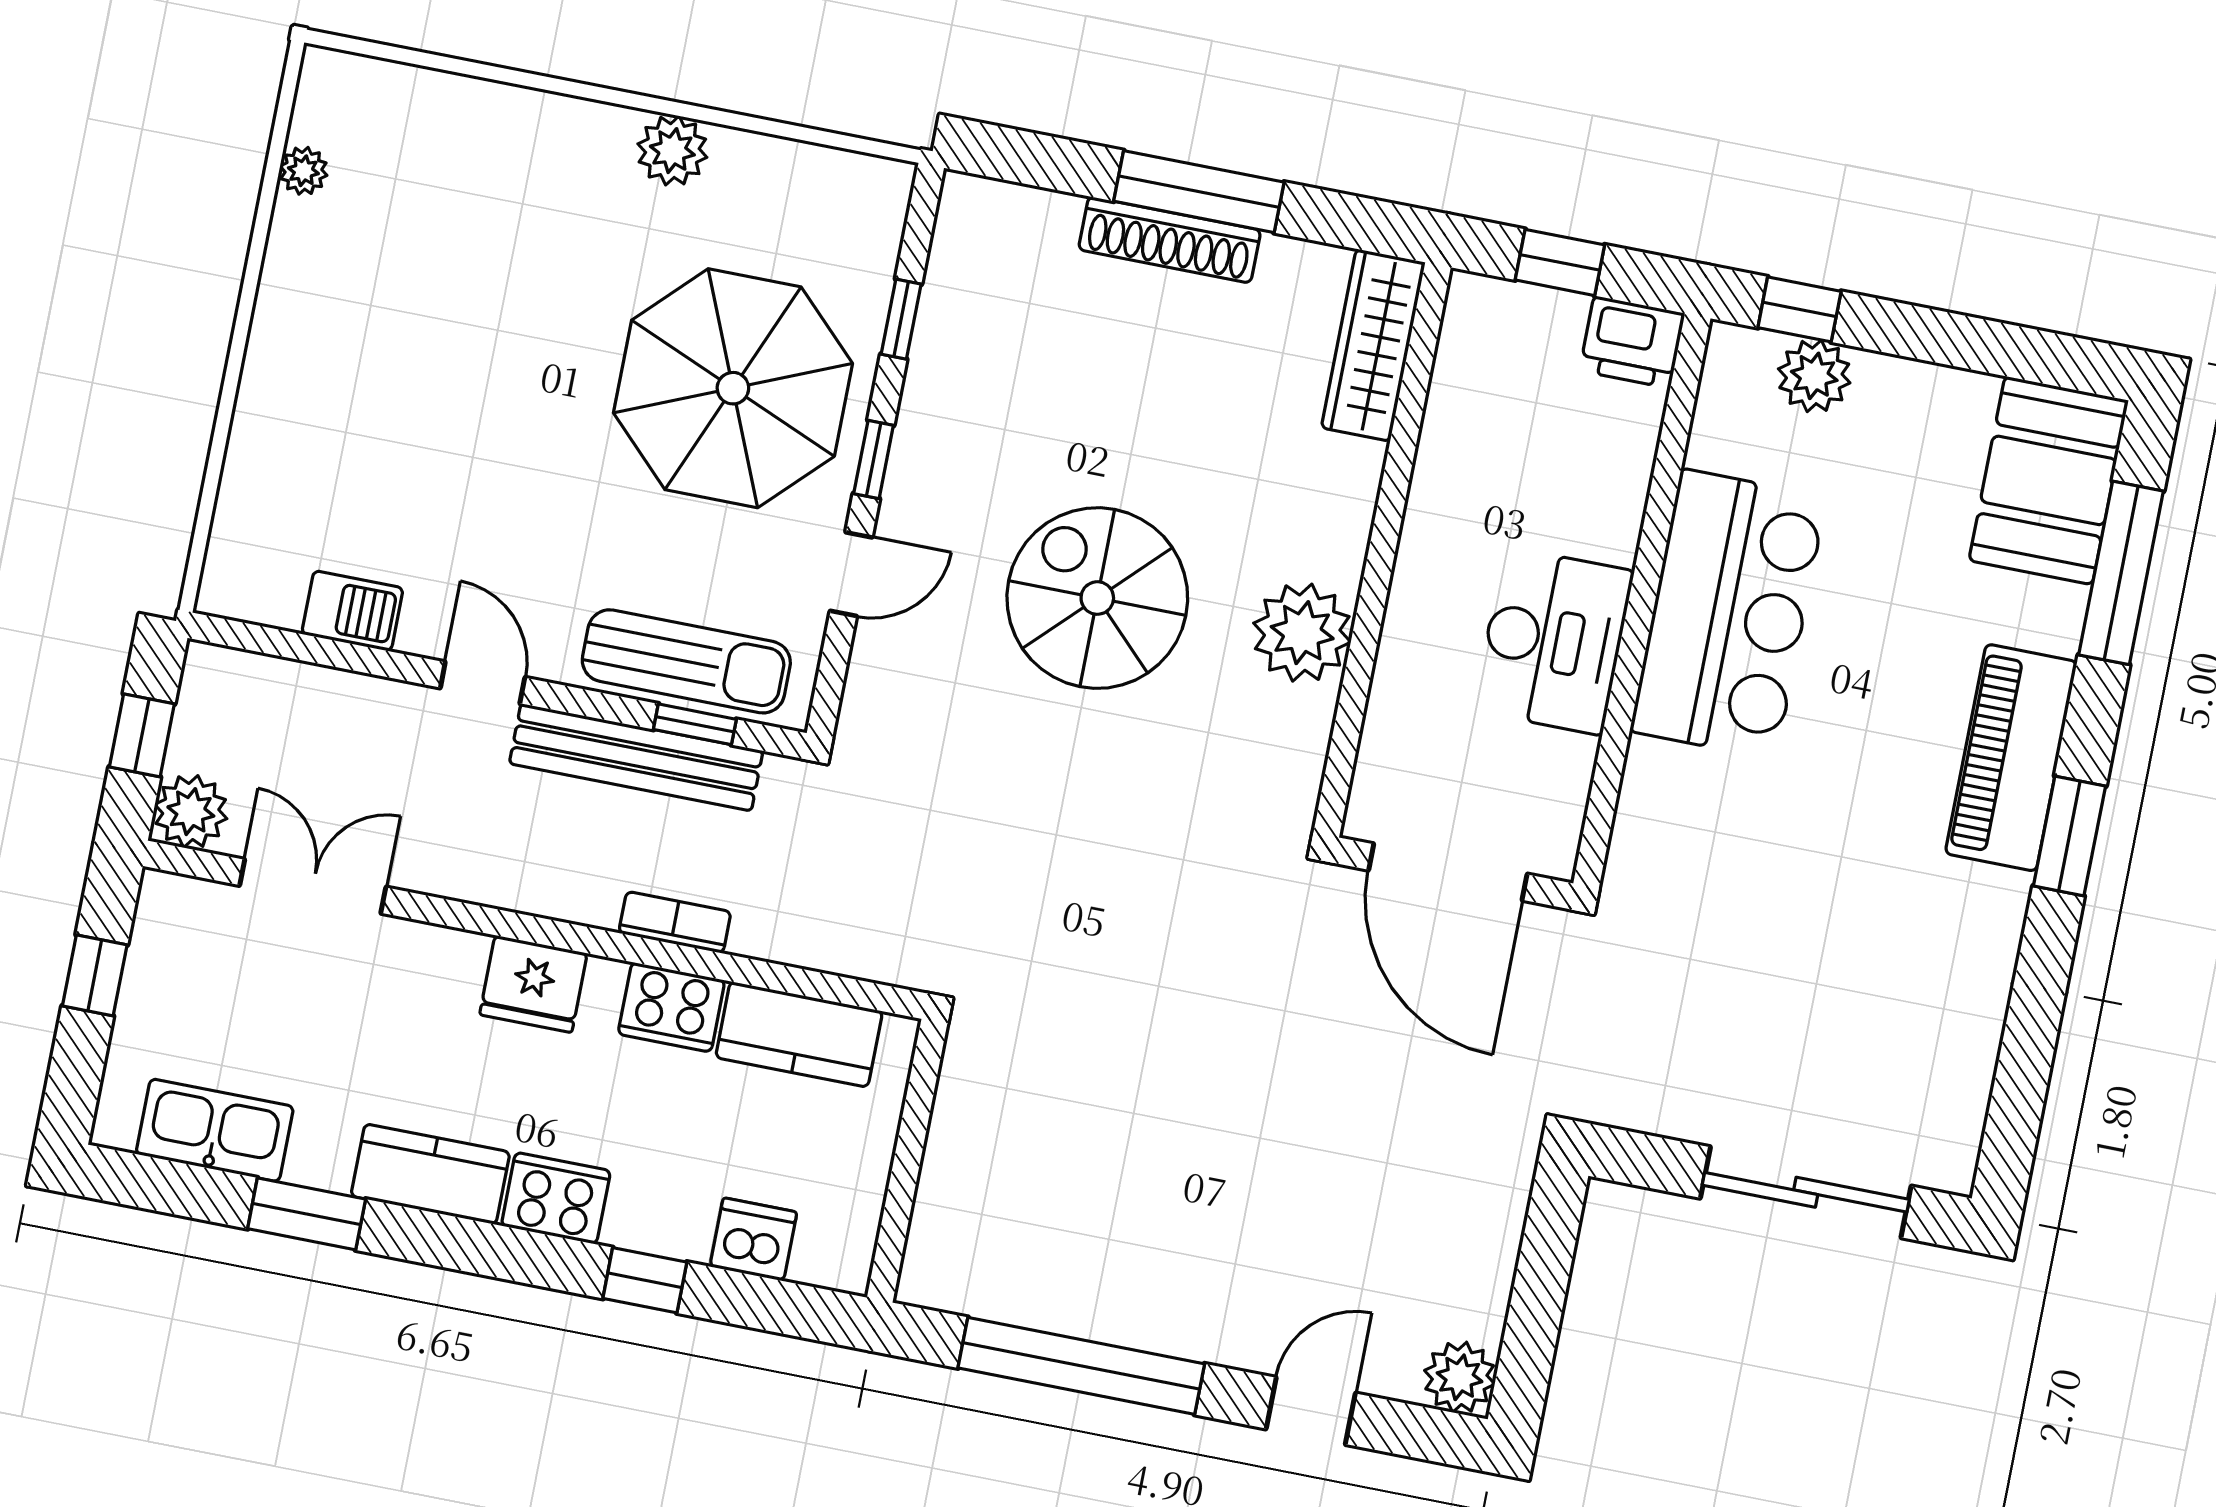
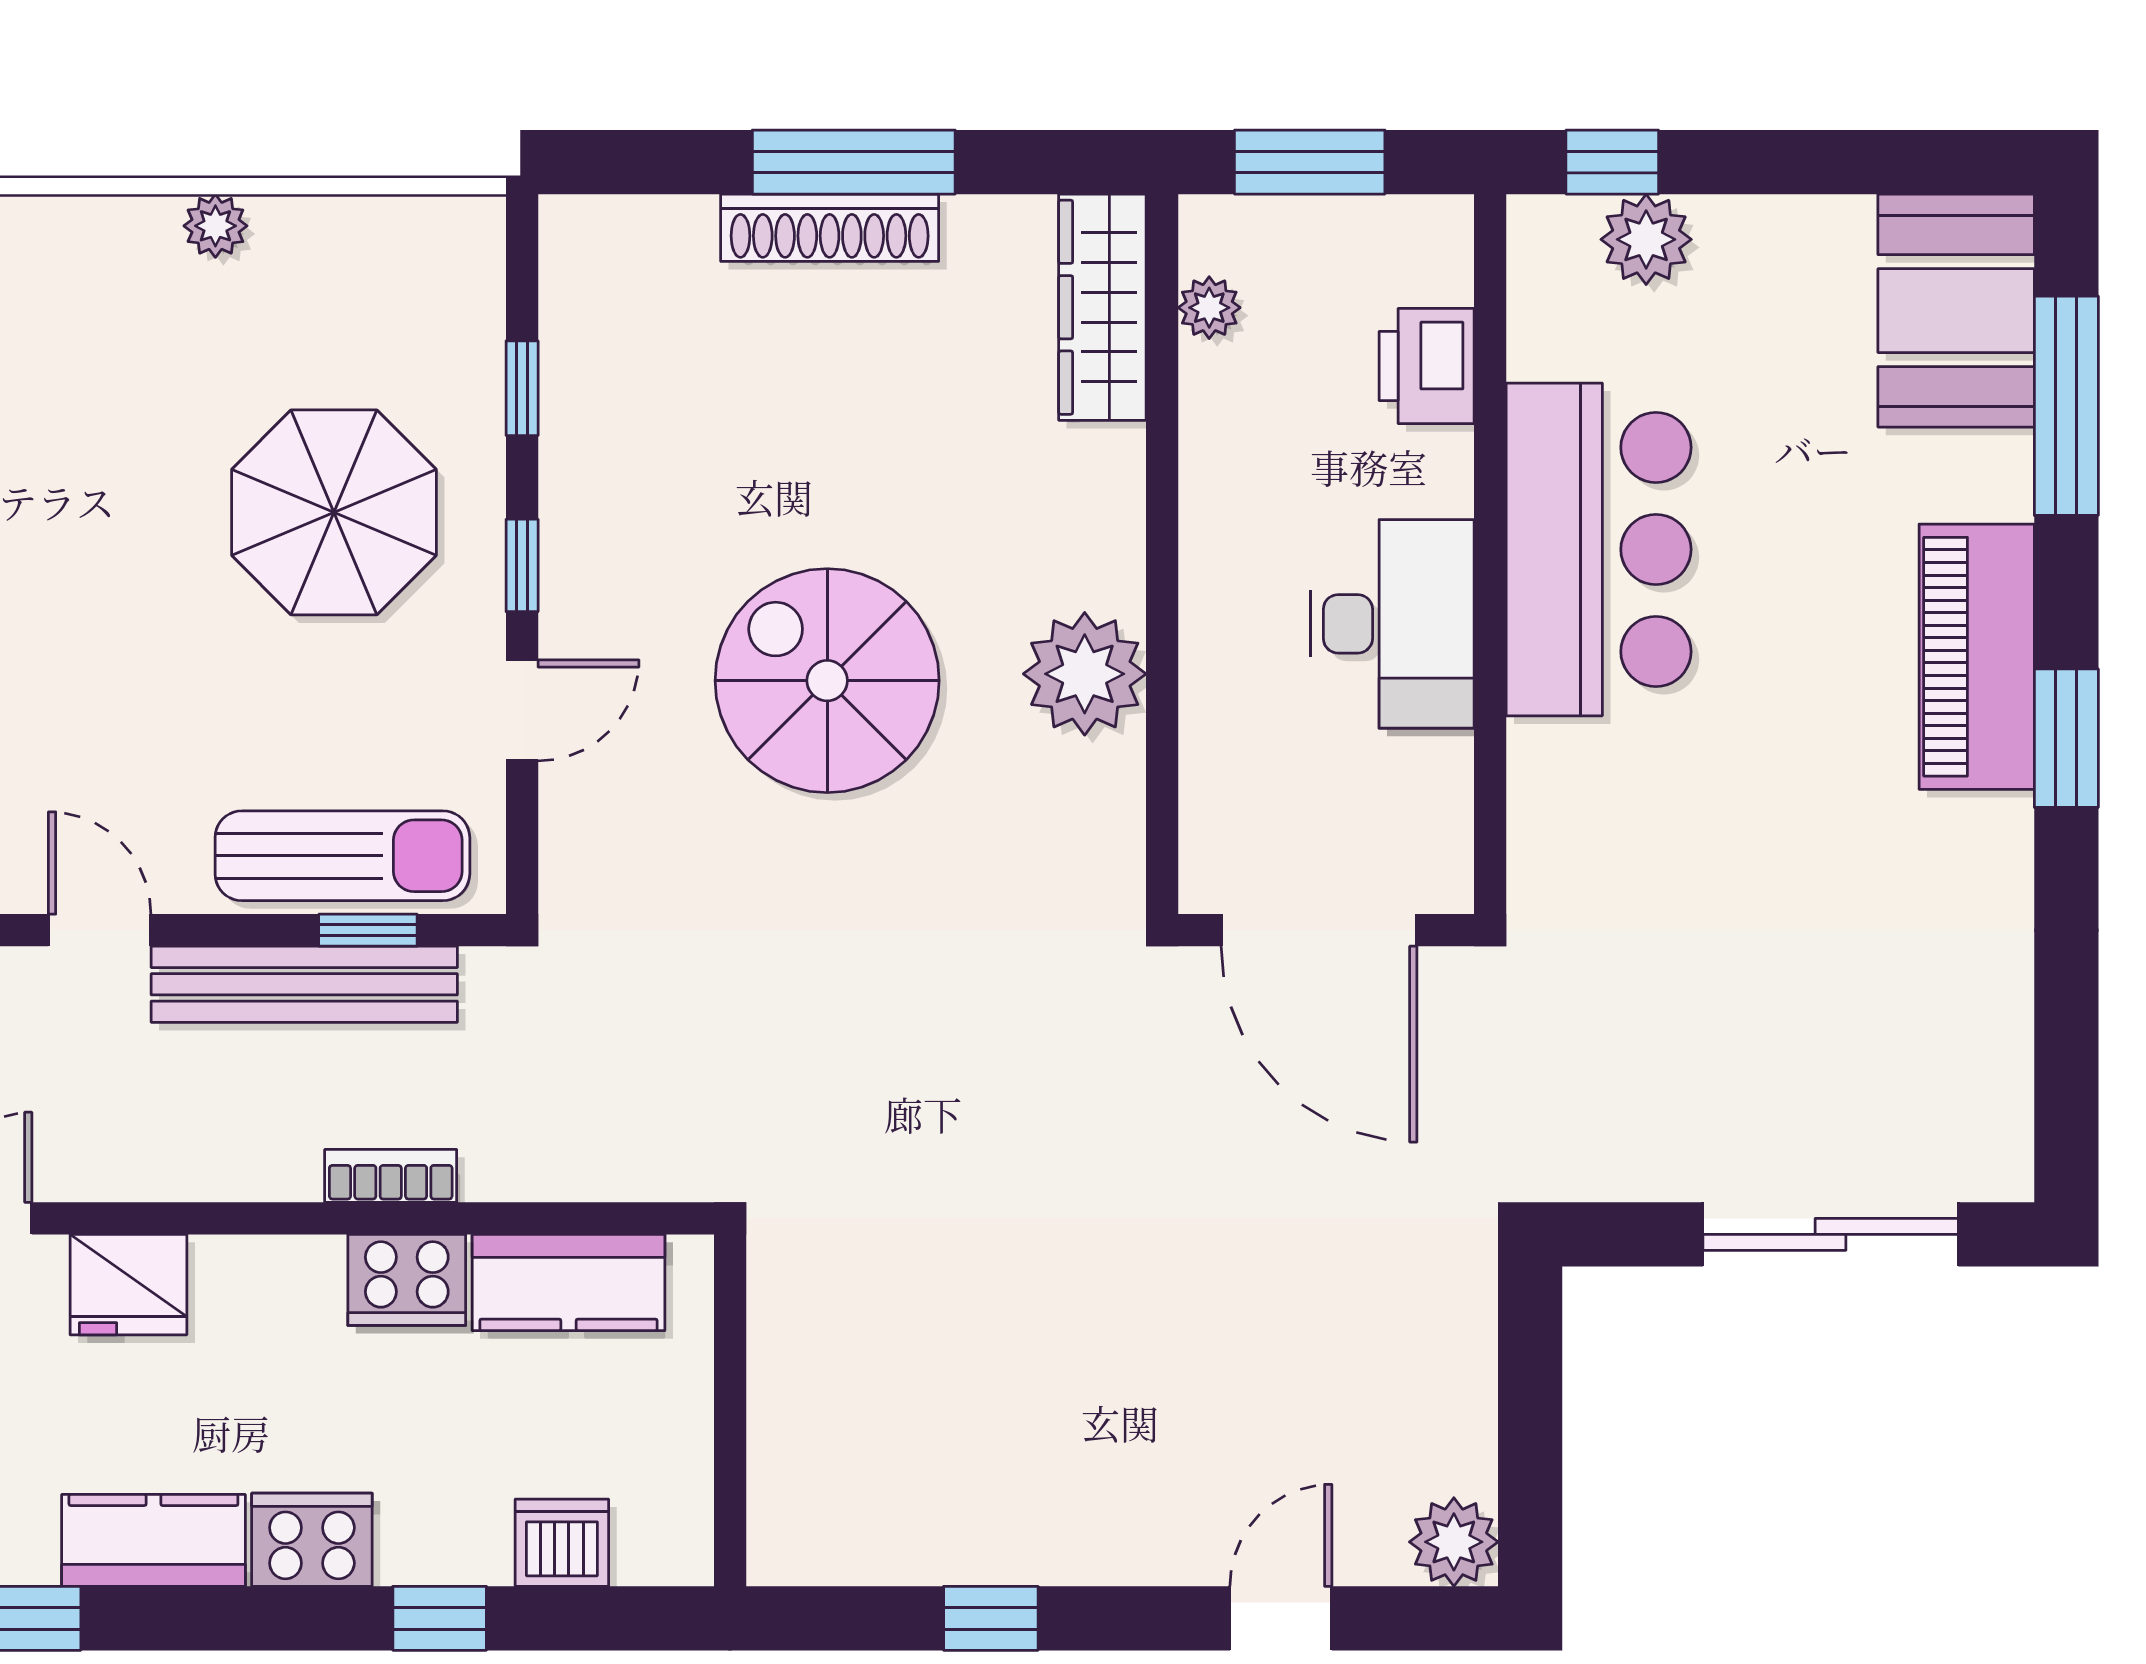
plant: (672, 151) -> (215, 226), width x0.73, depth x0.73
window: (1560, 262) -> (1310, 162), width x1.50
printer: (1632, 342) -> (1427, 366), moved, turned 90
plant: (1458, 362) -> (1209, 308), added
parasol: (733, 388) -> (334, 512), width x0.73, depth x0.73
fridge: (533, 984) -> (128, 1285), moved
window: (1081, 1366) -> (991, 1618), width x0.32

